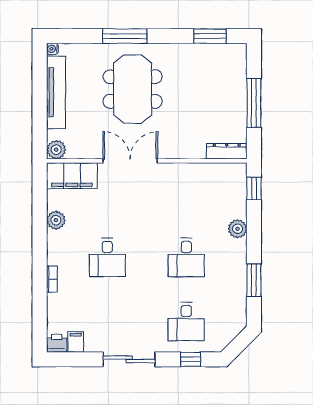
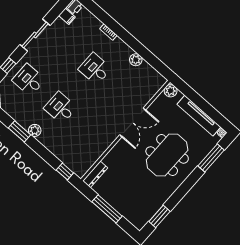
window: (125, 36) -> (211, 158), moved
meeting table: (133, 89) -> (167, 155), turned 90
filing cabinet: (72, 176) -> (151, 87), removed
plant: (238, 229) -> (35, 130), moved

